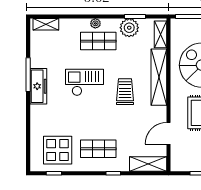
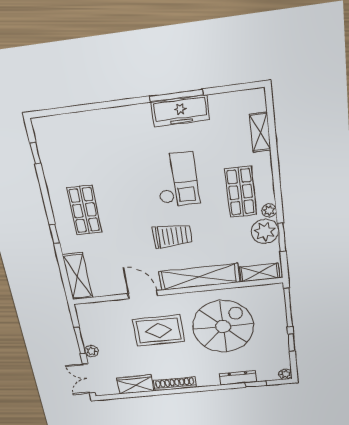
plant: (95, 23) -> (269, 210), moved
shelving: (46, 24) -> (260, 132), moved
freezer: (38, 86) -> (180, 111), moved
door: (168, 133) -> (143, 295), moved
display table: (58, 150) -> (70, 154), removed

